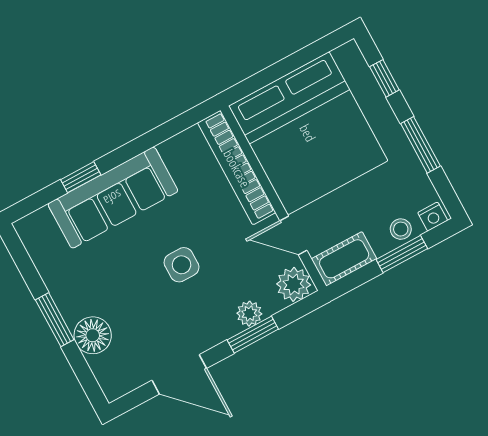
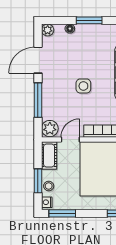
window: (420, 145) -> (62, 213), moved
plant: (249, 314) -> (48, 30), moved
floor lamp: (93, 335) -> (70, 29), width x0.53, depth x0.53
window: (253, 335) -> (38, 100), width x1.44

